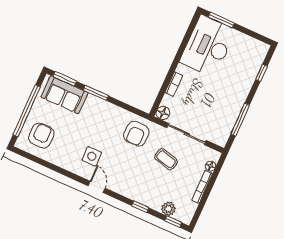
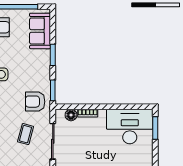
window: (65, 79) -> (53, 90), moved
floor lamp: (163, 113) -> (71, 115), moved

